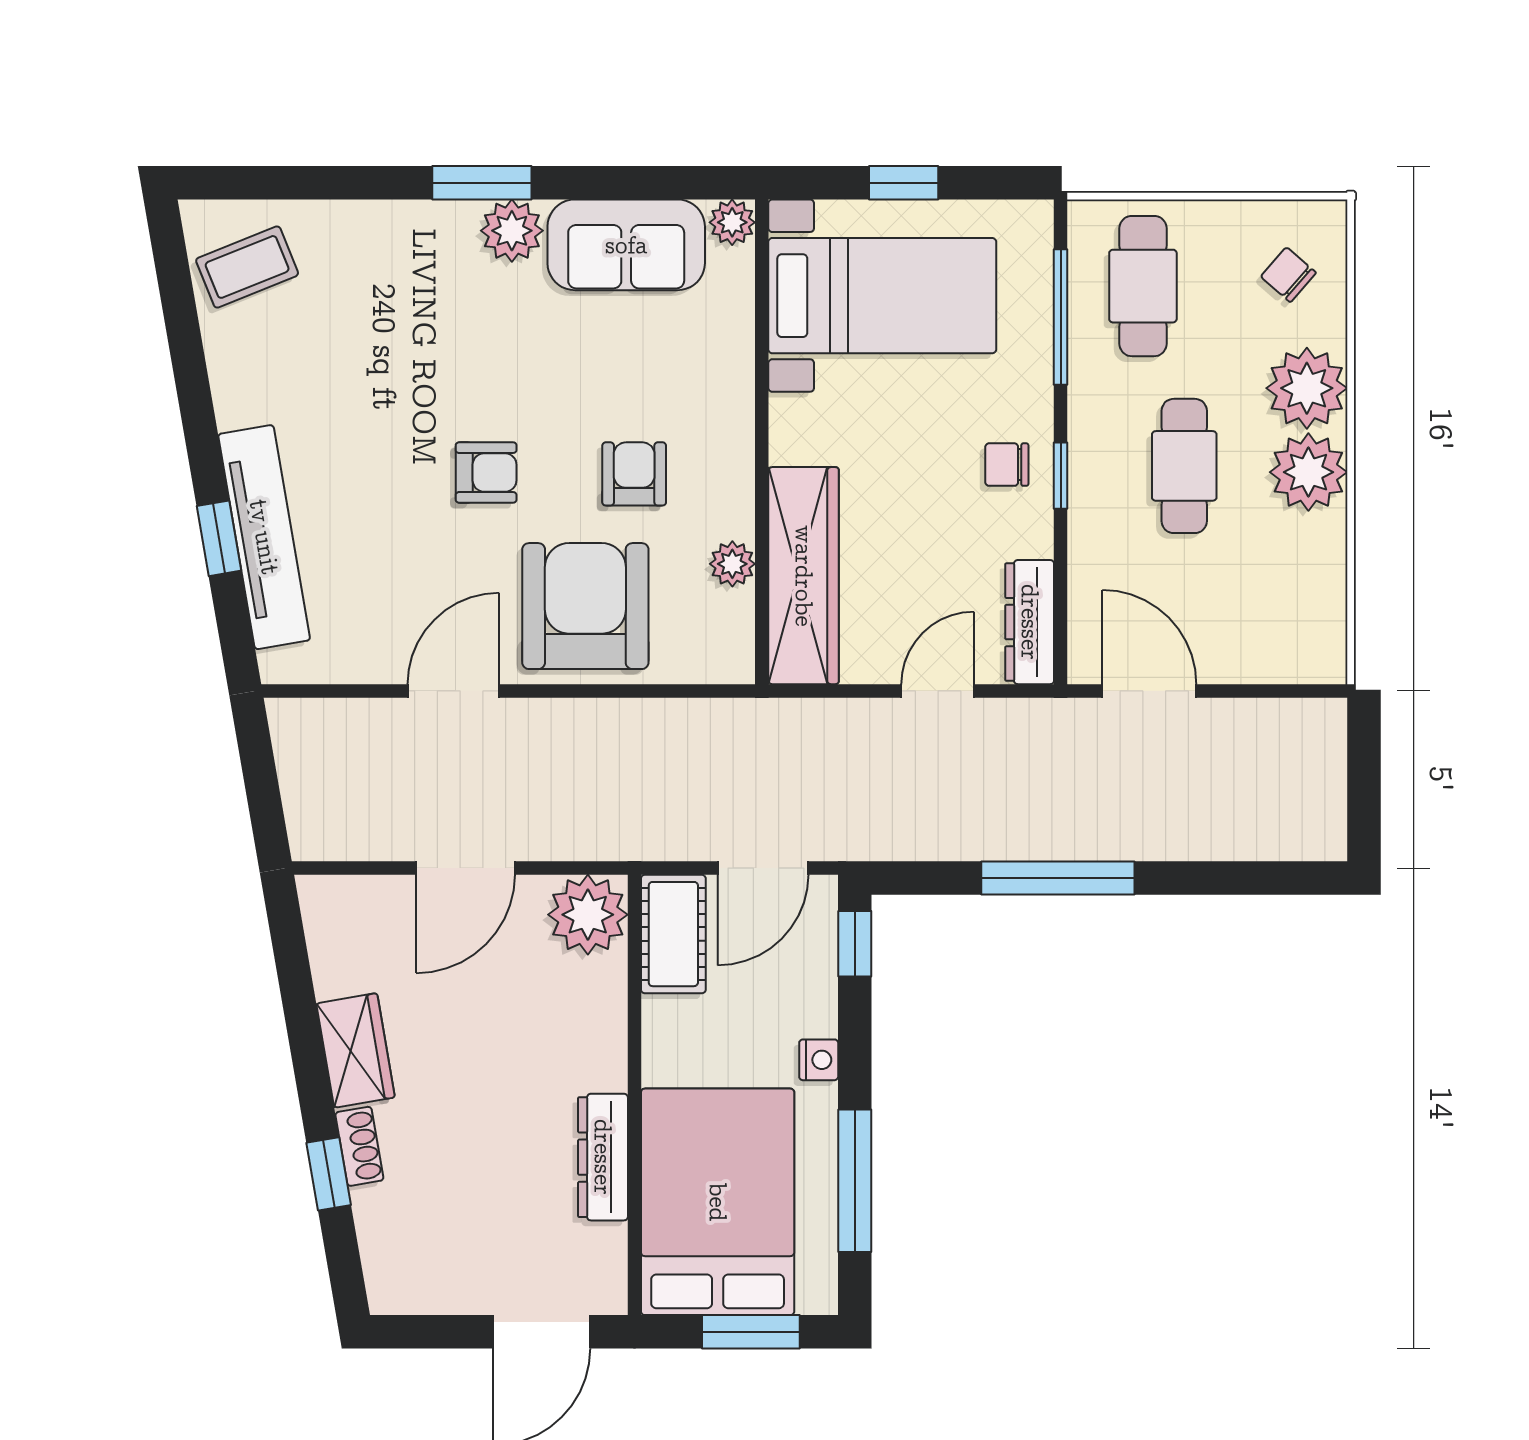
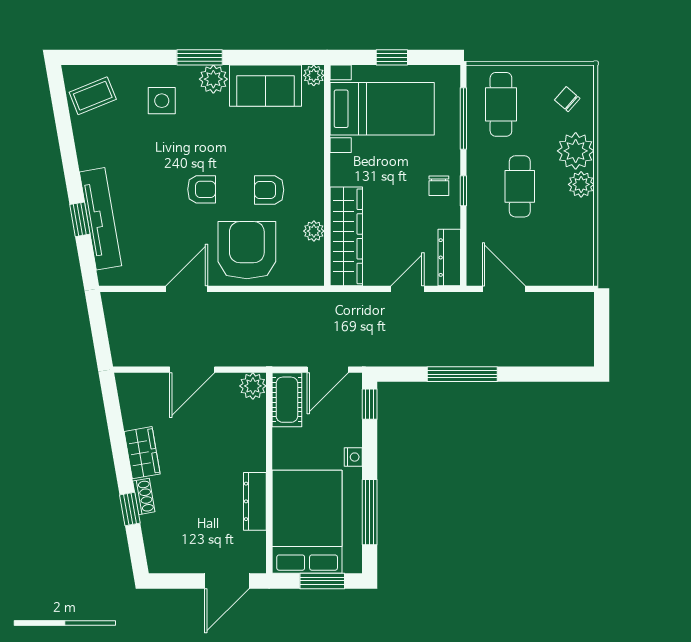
side table: (399, 278) -> (162, 101), added
chair: (1007, 465) -> (439, 186), turned -90
plant: (1308, 472) -> (581, 184), width x0.73, depth x0.73
armchair: (634, 474) -> (269, 190), turned -90
plant: (588, 915) -> (253, 386), width x0.73, depth x0.73

